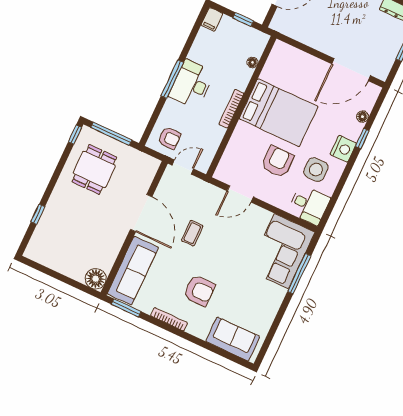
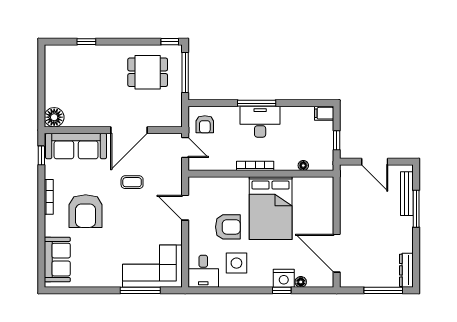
nightstand: (343, 149) -> (284, 278), moved
armchair: (199, 291) -> (86, 211), width x1.36, depth x1.36
window: (126, 308) -> (41, 155), width x0.67

